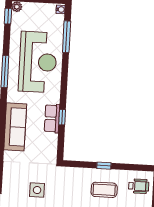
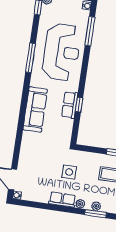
side table: (37, 190) -> (69, 172), moved

